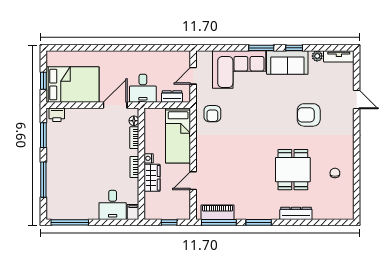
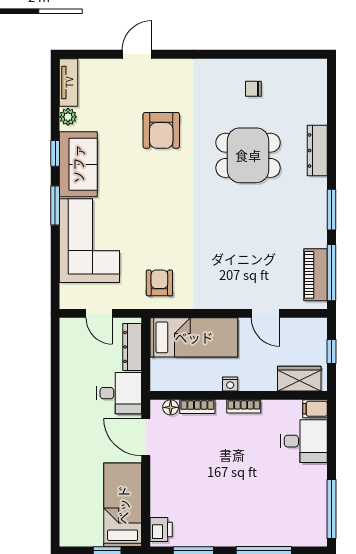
bed: (72, 85) -> (123, 505), width x0.67
dresser: (172, 97) -> (132, 347), width x1.44
armchair: (212, 114) -> (159, 283), turned -90
wardrobe: (152, 178) -> (299, 379), moved

